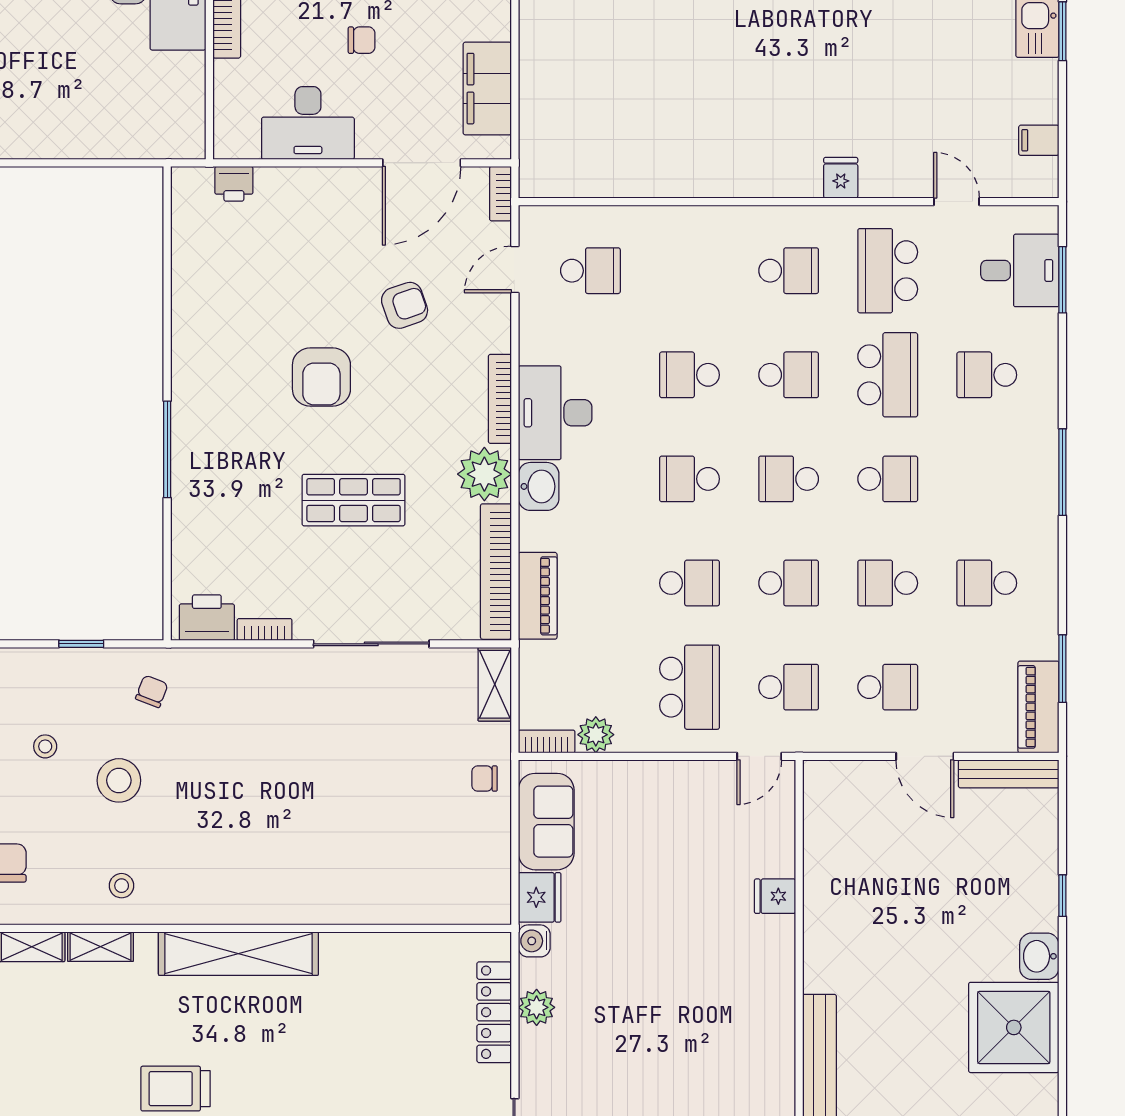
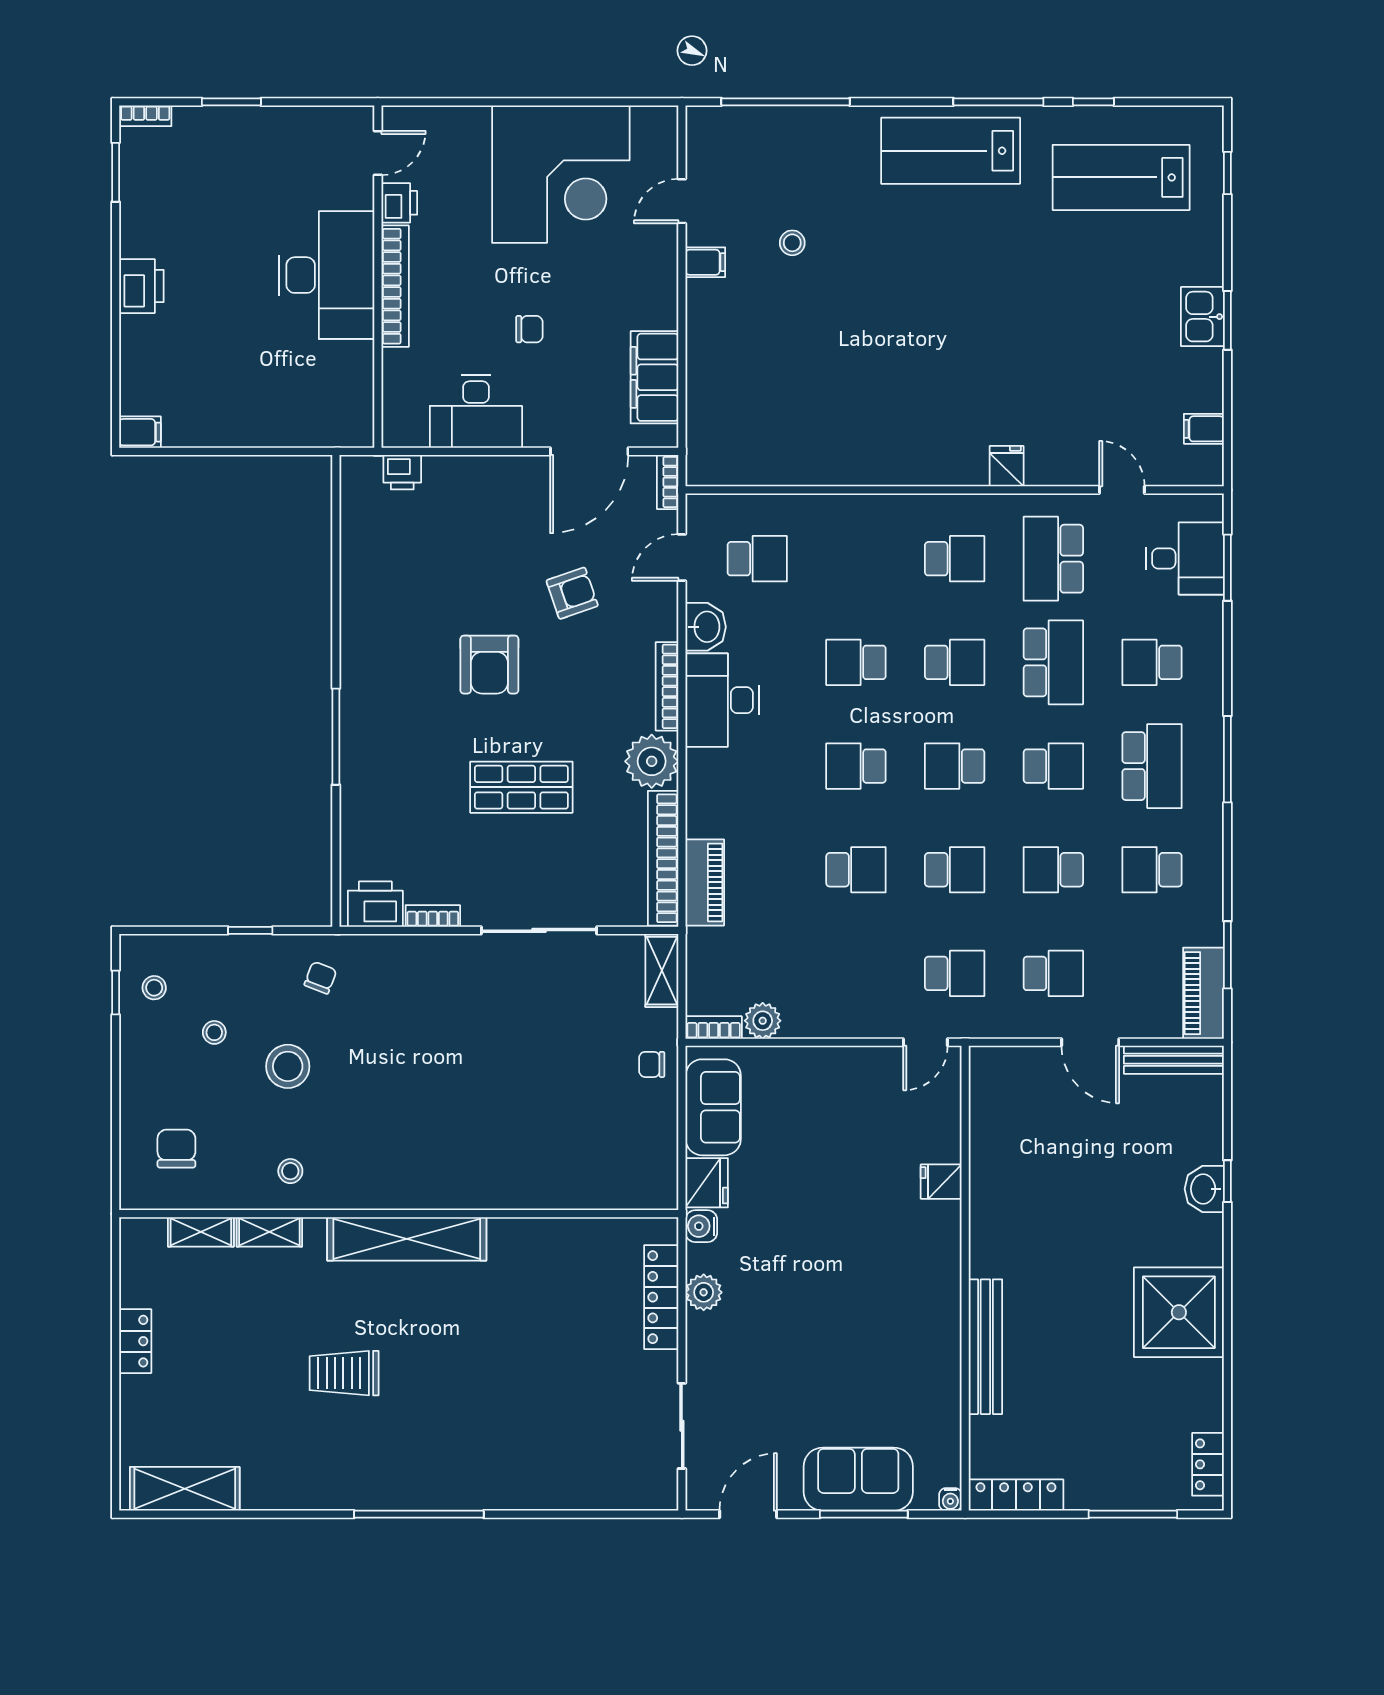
washbasin: (539, 486) -> (706, 627), moved
school desk: (690, 687) -> (1152, 766), moved
washbasin: (1039, 956) -> (1204, 1189), moved

